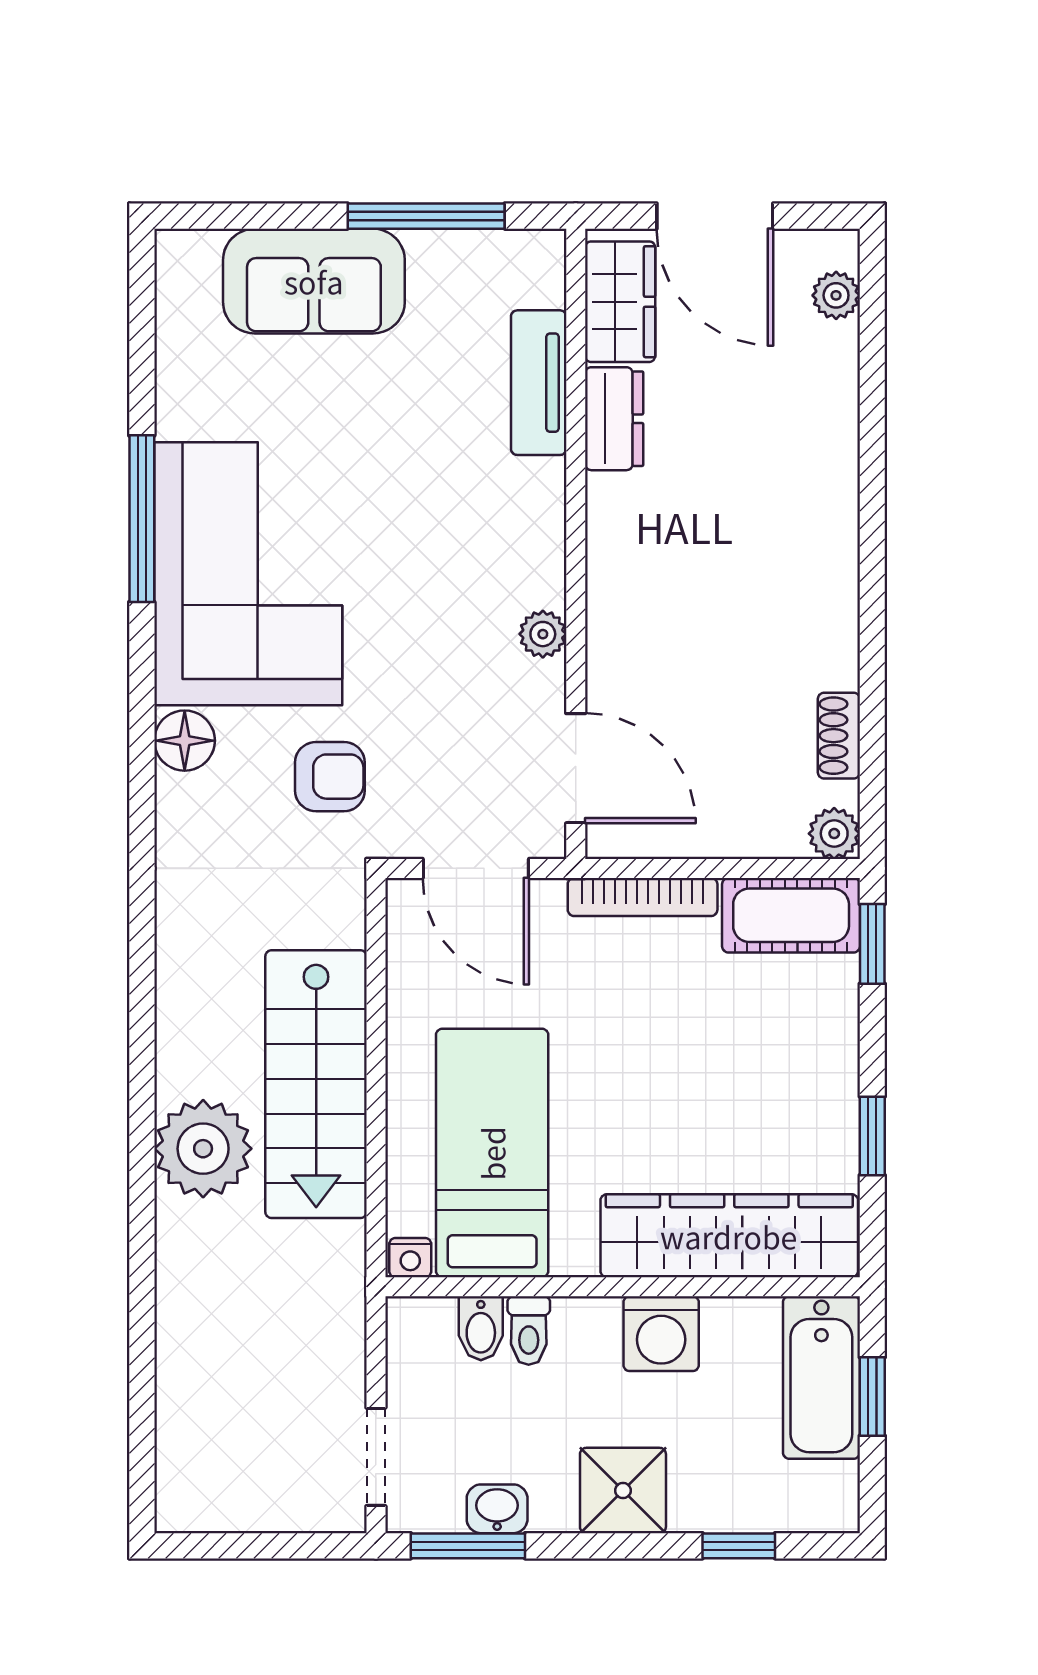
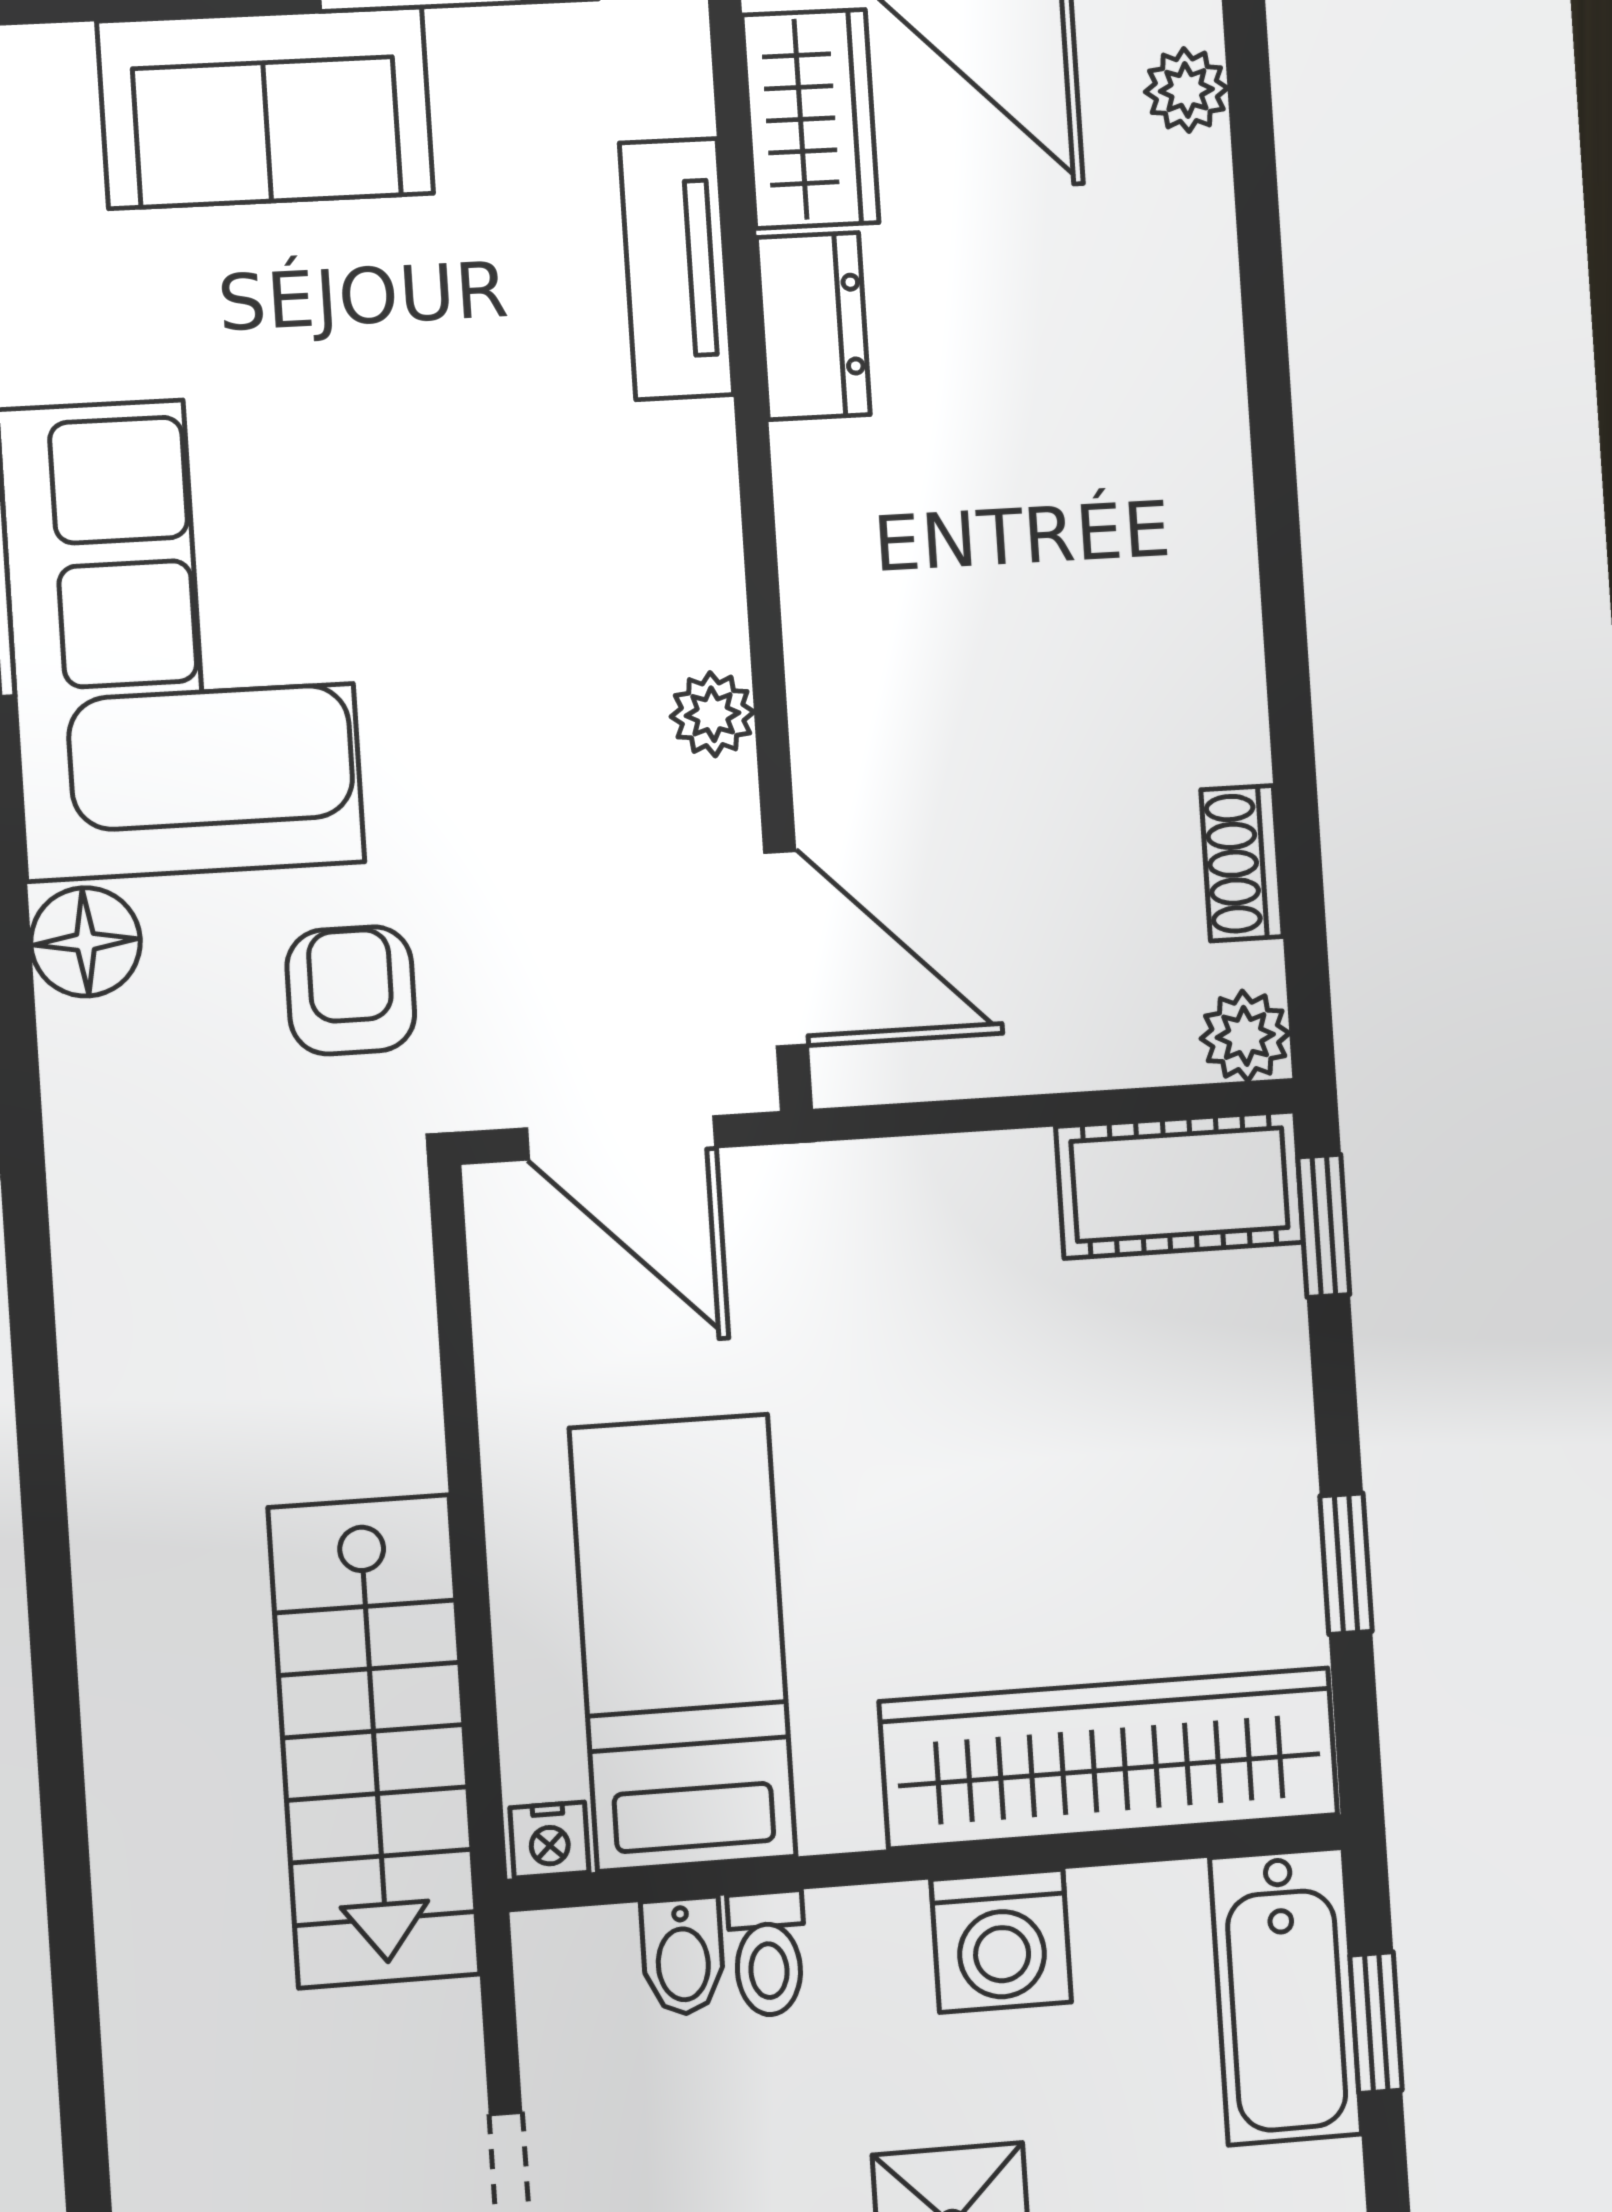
armchair: (330, 777) -> (351, 990), turned -90
bookcase: (643, 897) -> (918, 1169), removed
stairs: (316, 1084) -> (374, 1741), moved
plant: (203, 1149) -> (166, 1673), removed

